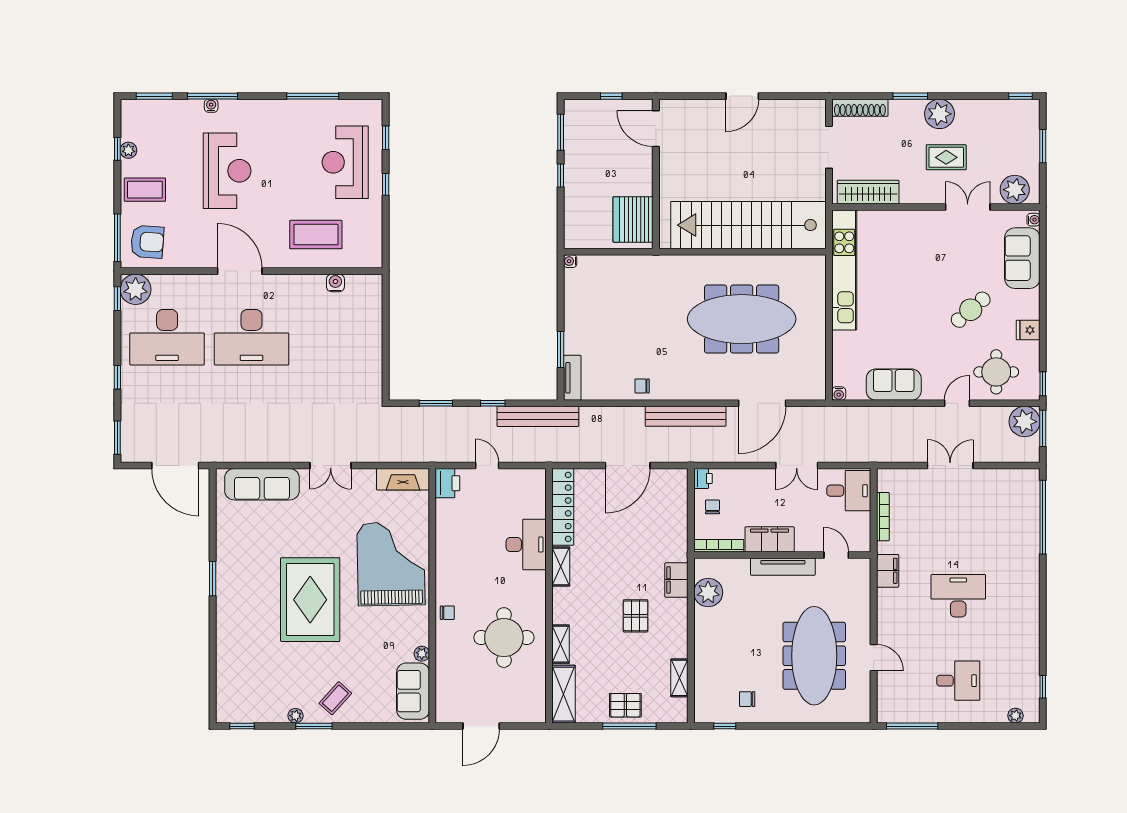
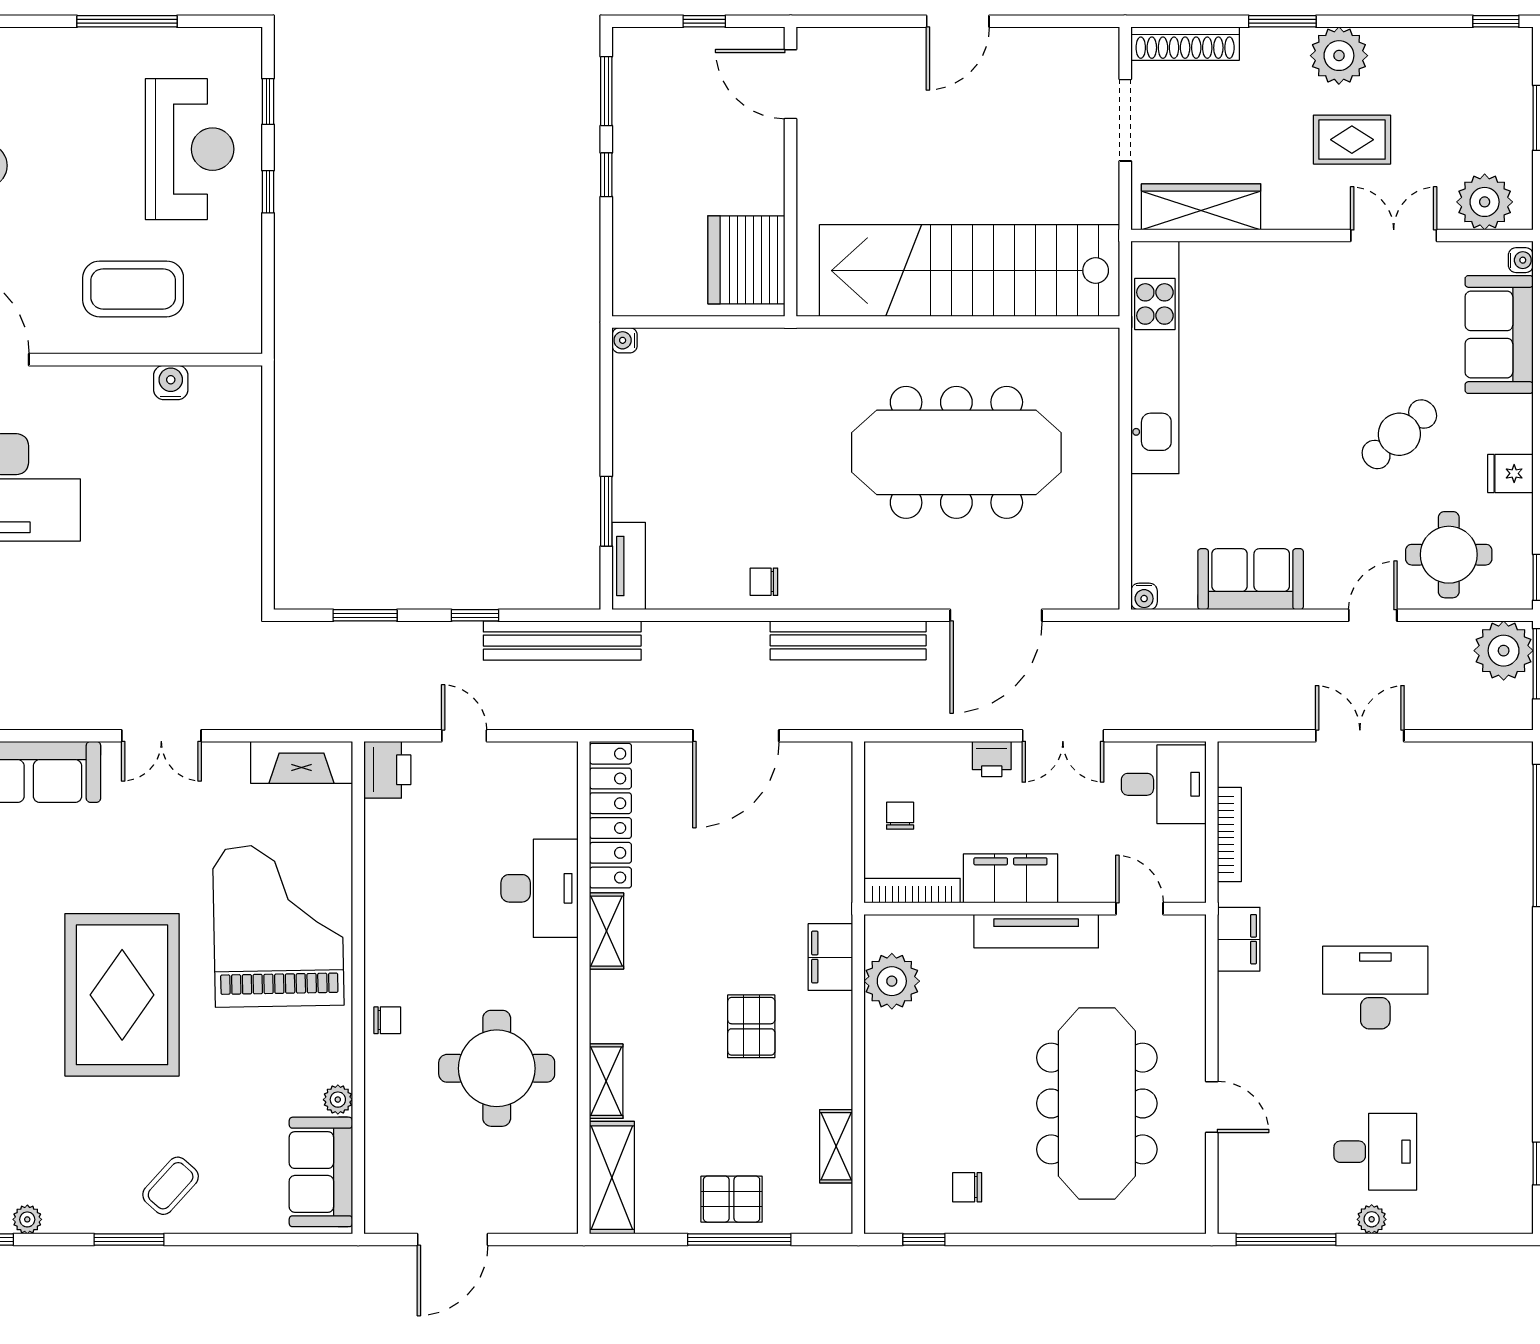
reception desk: (345, 162) -> (190, 149), turned 180
printer: (703, 478) -> (992, 759), moved, turned 90
plant: (296, 716) -> (27, 1219), moved
plant: (1015, 716) -> (1372, 1219), moved

